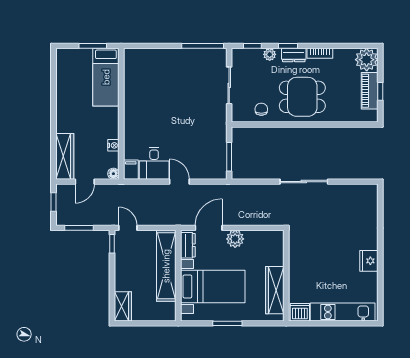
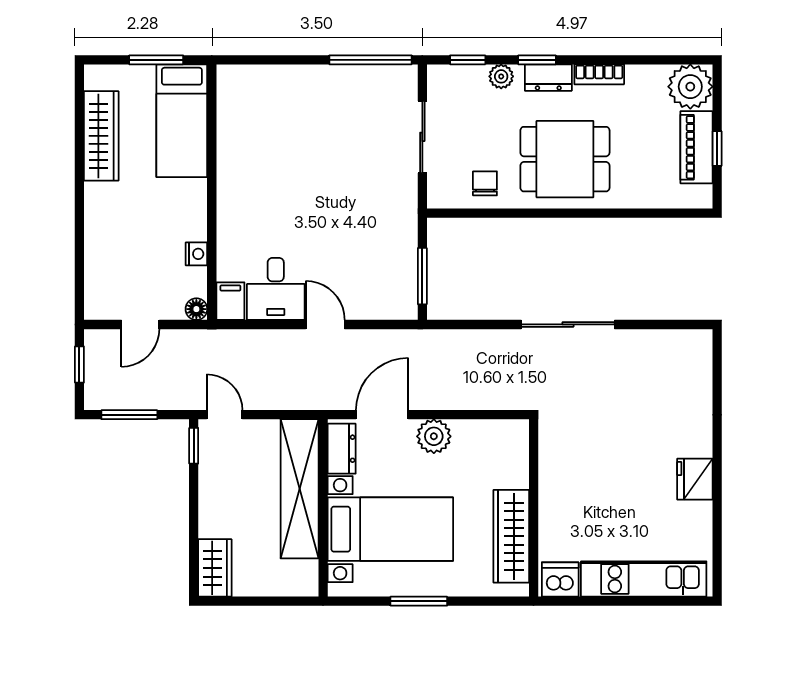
wardrobe: (65, 156) -> (101, 136), moved

